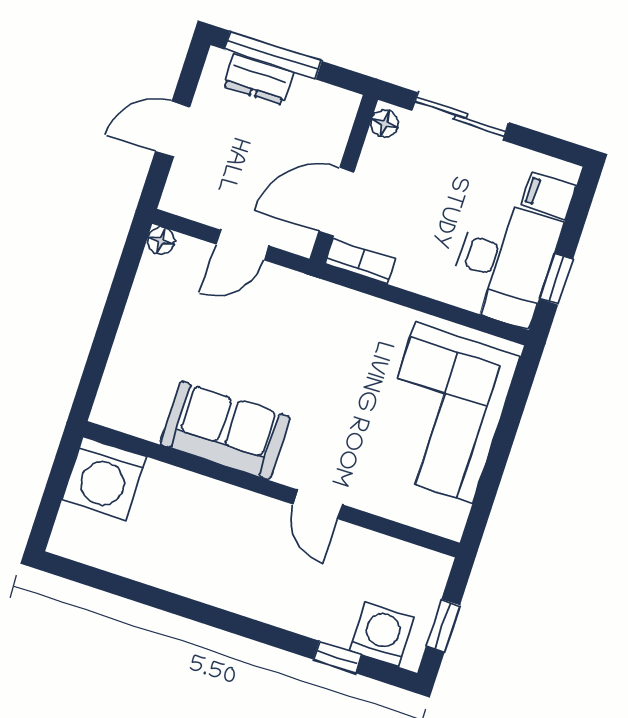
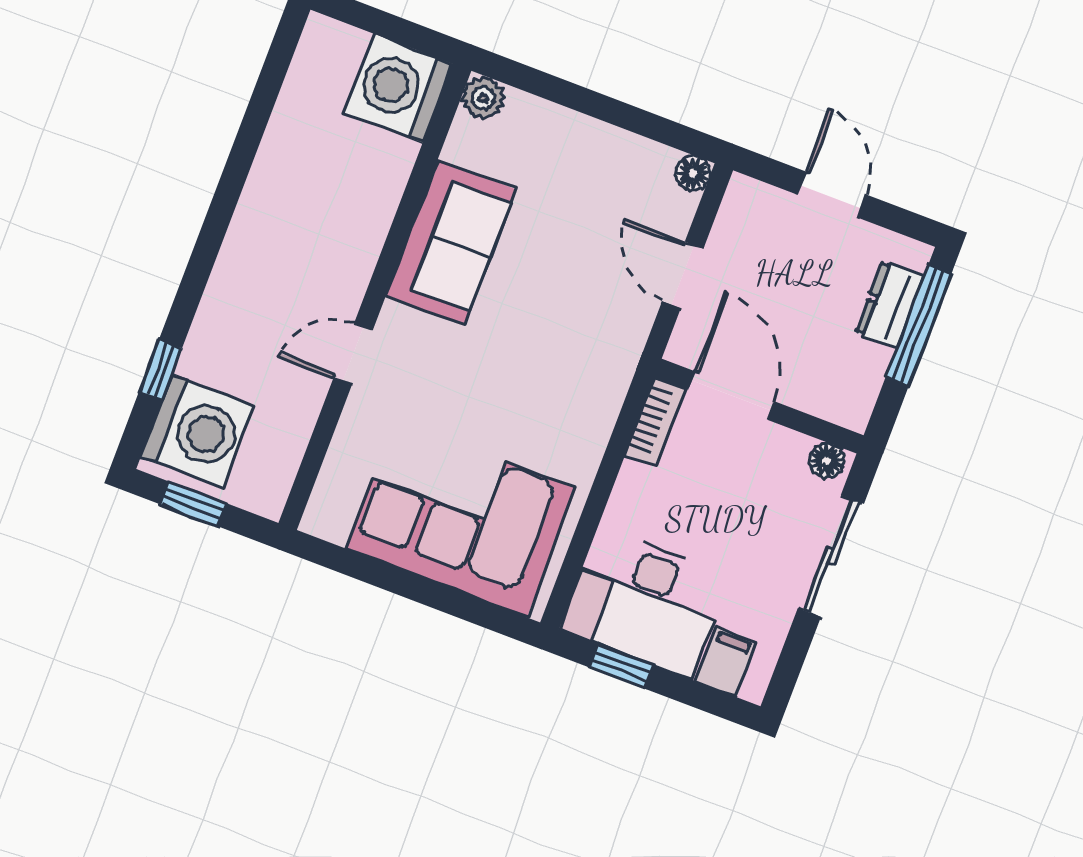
plant: (109, 410) -> (483, 98), added
washing machine: (382, 634) -> (198, 431), width x1.37, depth x1.37

